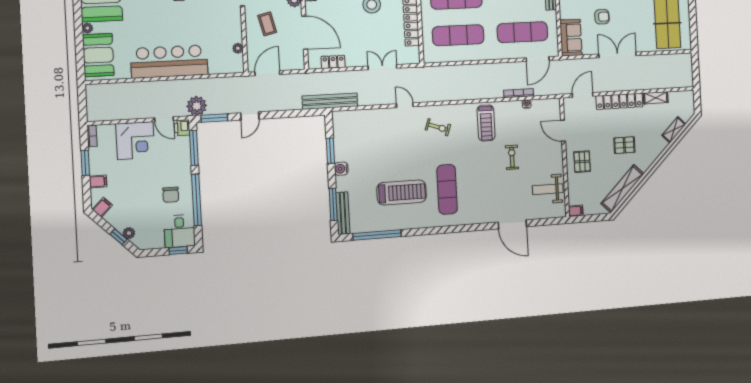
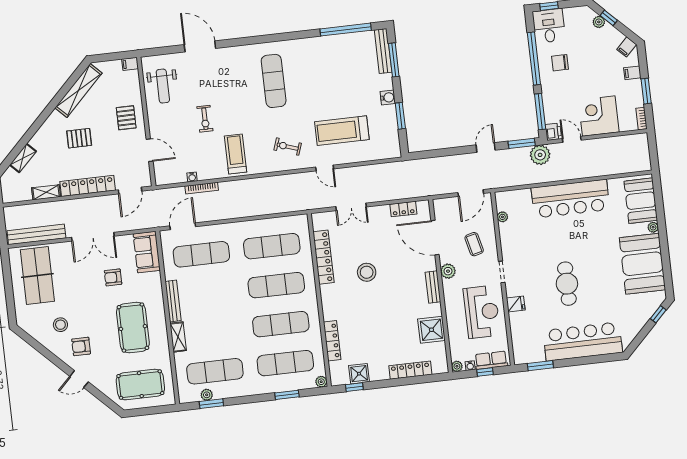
bench: (330, 101) -> (36, 234), moved
weight bench: (548, 189) -> (163, 86), turned 90
treadmill: (402, 192) -> (342, 131), moved
chair: (171, 195) -> (560, 63), turned -90

